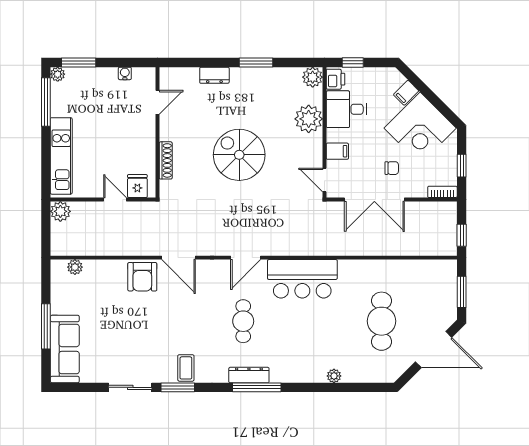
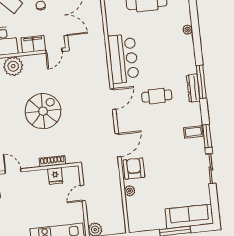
filing cabinet: (337, 151) -> (33, 44), width x2.00
spiral stairs: (239, 155) -> (43, 111), turned 180
fridge: (137, 186) -> (55, 176), moved, turned -90
door: (246, 258) -> (113, 99), hinge flipped
plant: (75, 267) -> (130, 191), moved
armchair: (142, 277) -> (134, 169), turned -90

